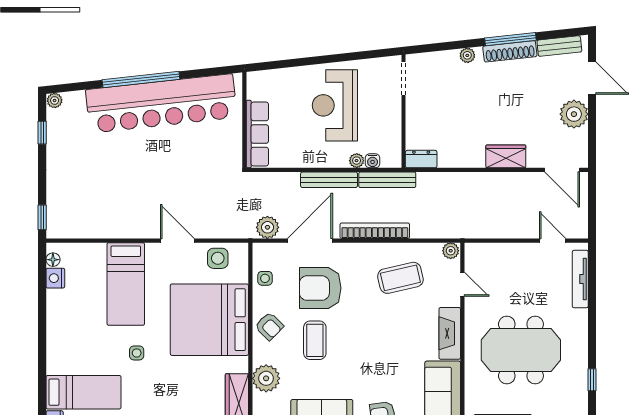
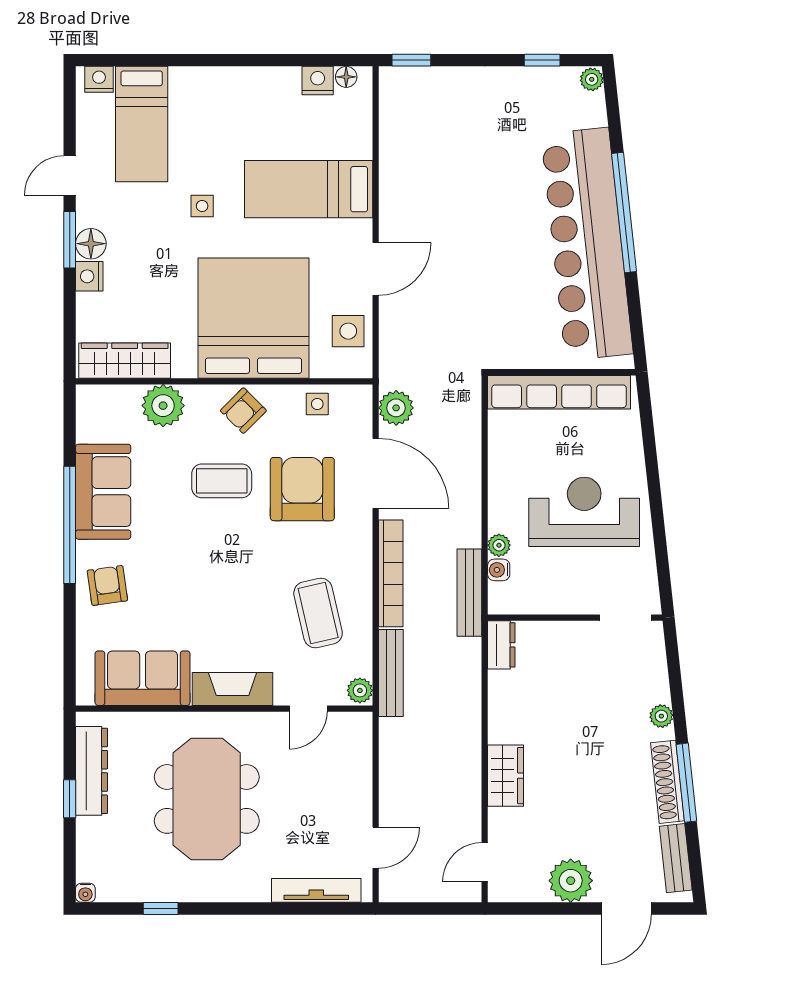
row of seats: (257, 134) -> (559, 392), width x1.36
door: (562, 170) -> (485, 862), width x0.73
bench: (329, 180) -> (391, 673), moved

